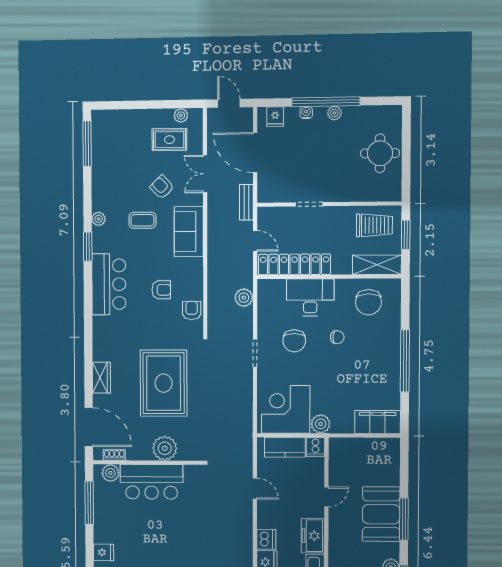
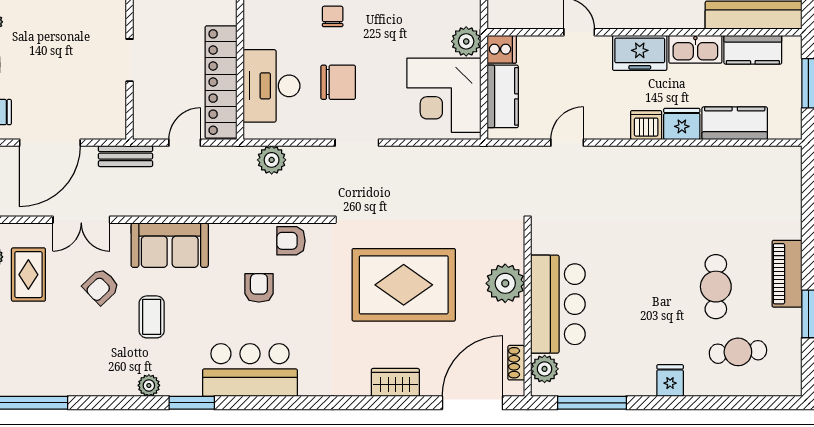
desk: (310, 297) -> (271, 86), moved

